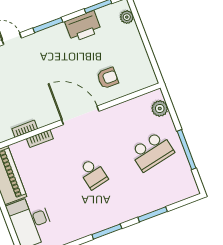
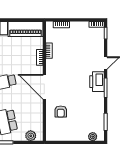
printer: (83, 26) -> (97, 82), moved
door: (80, 115) -> (44, 87), swing flipped

